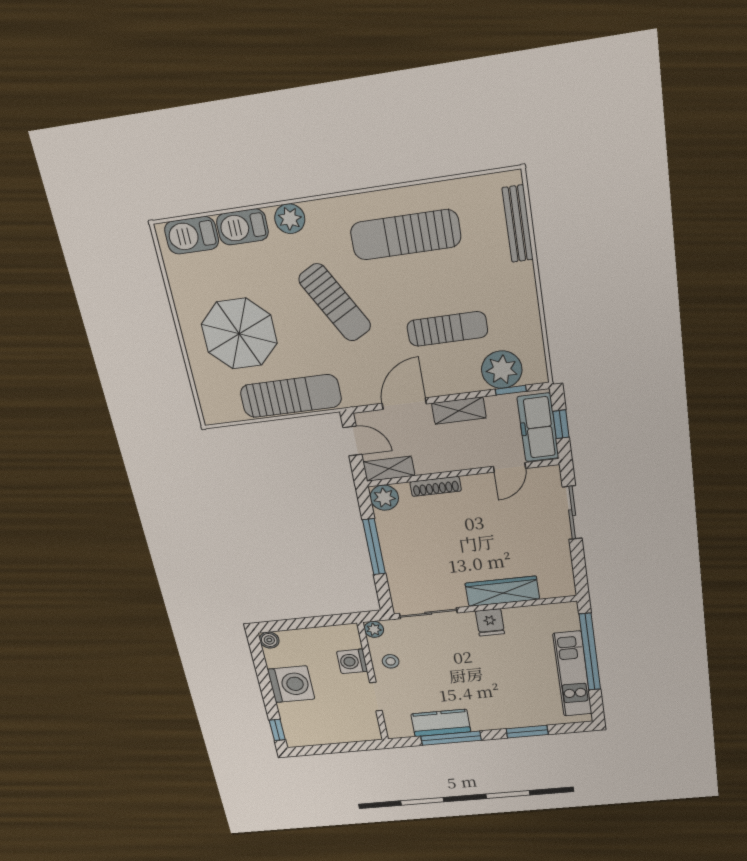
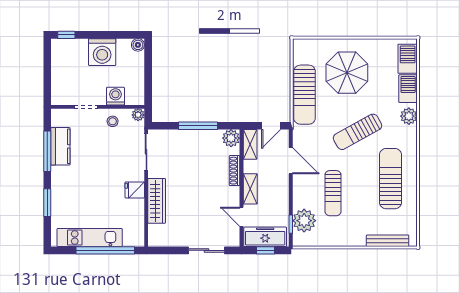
shelving: (459, 411) -> (250, 189), moved

